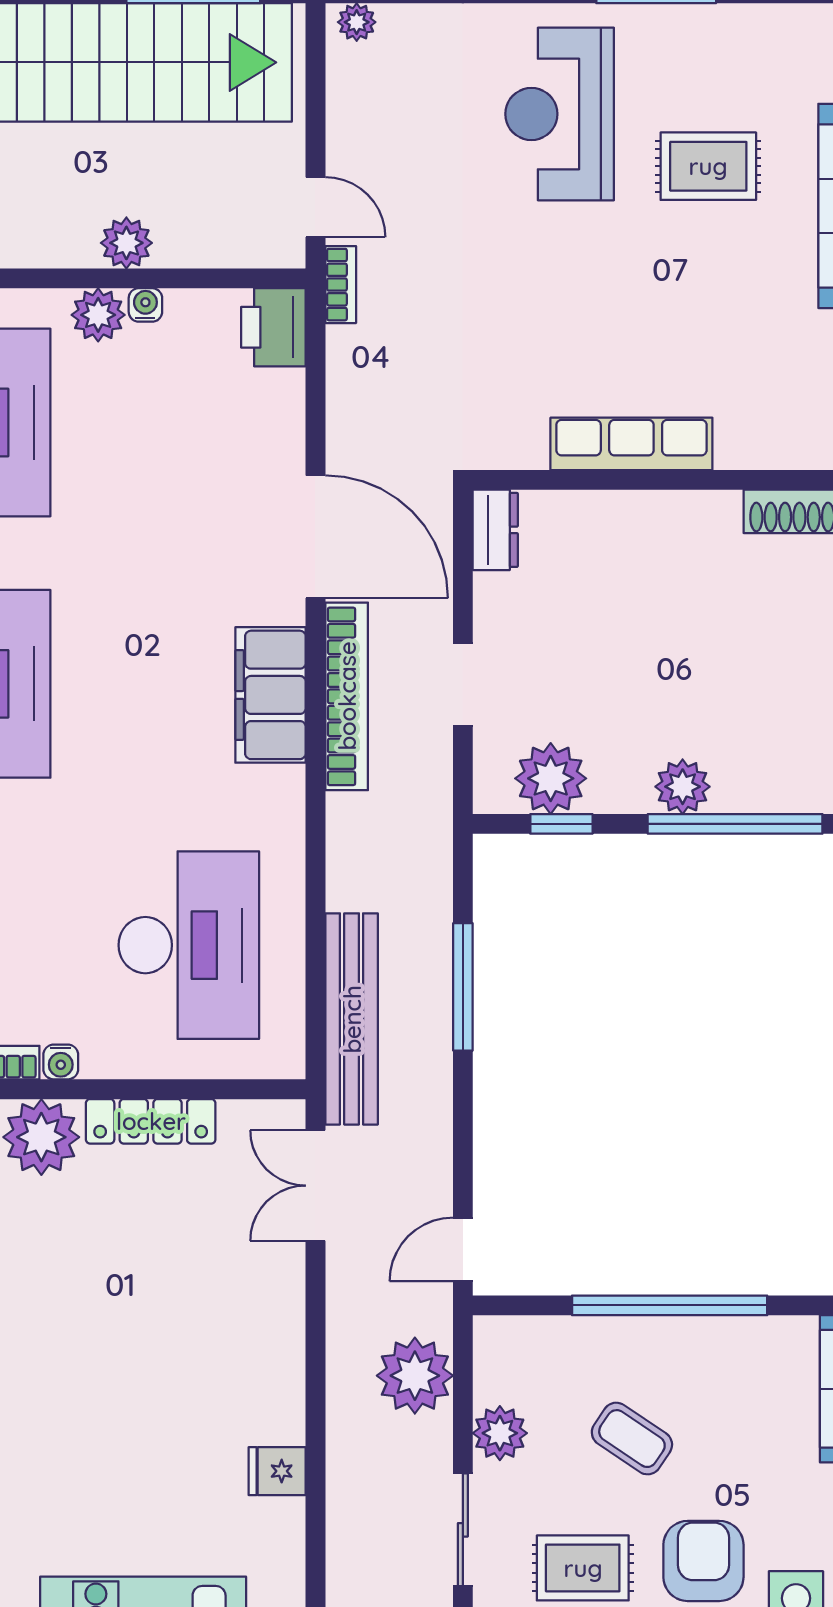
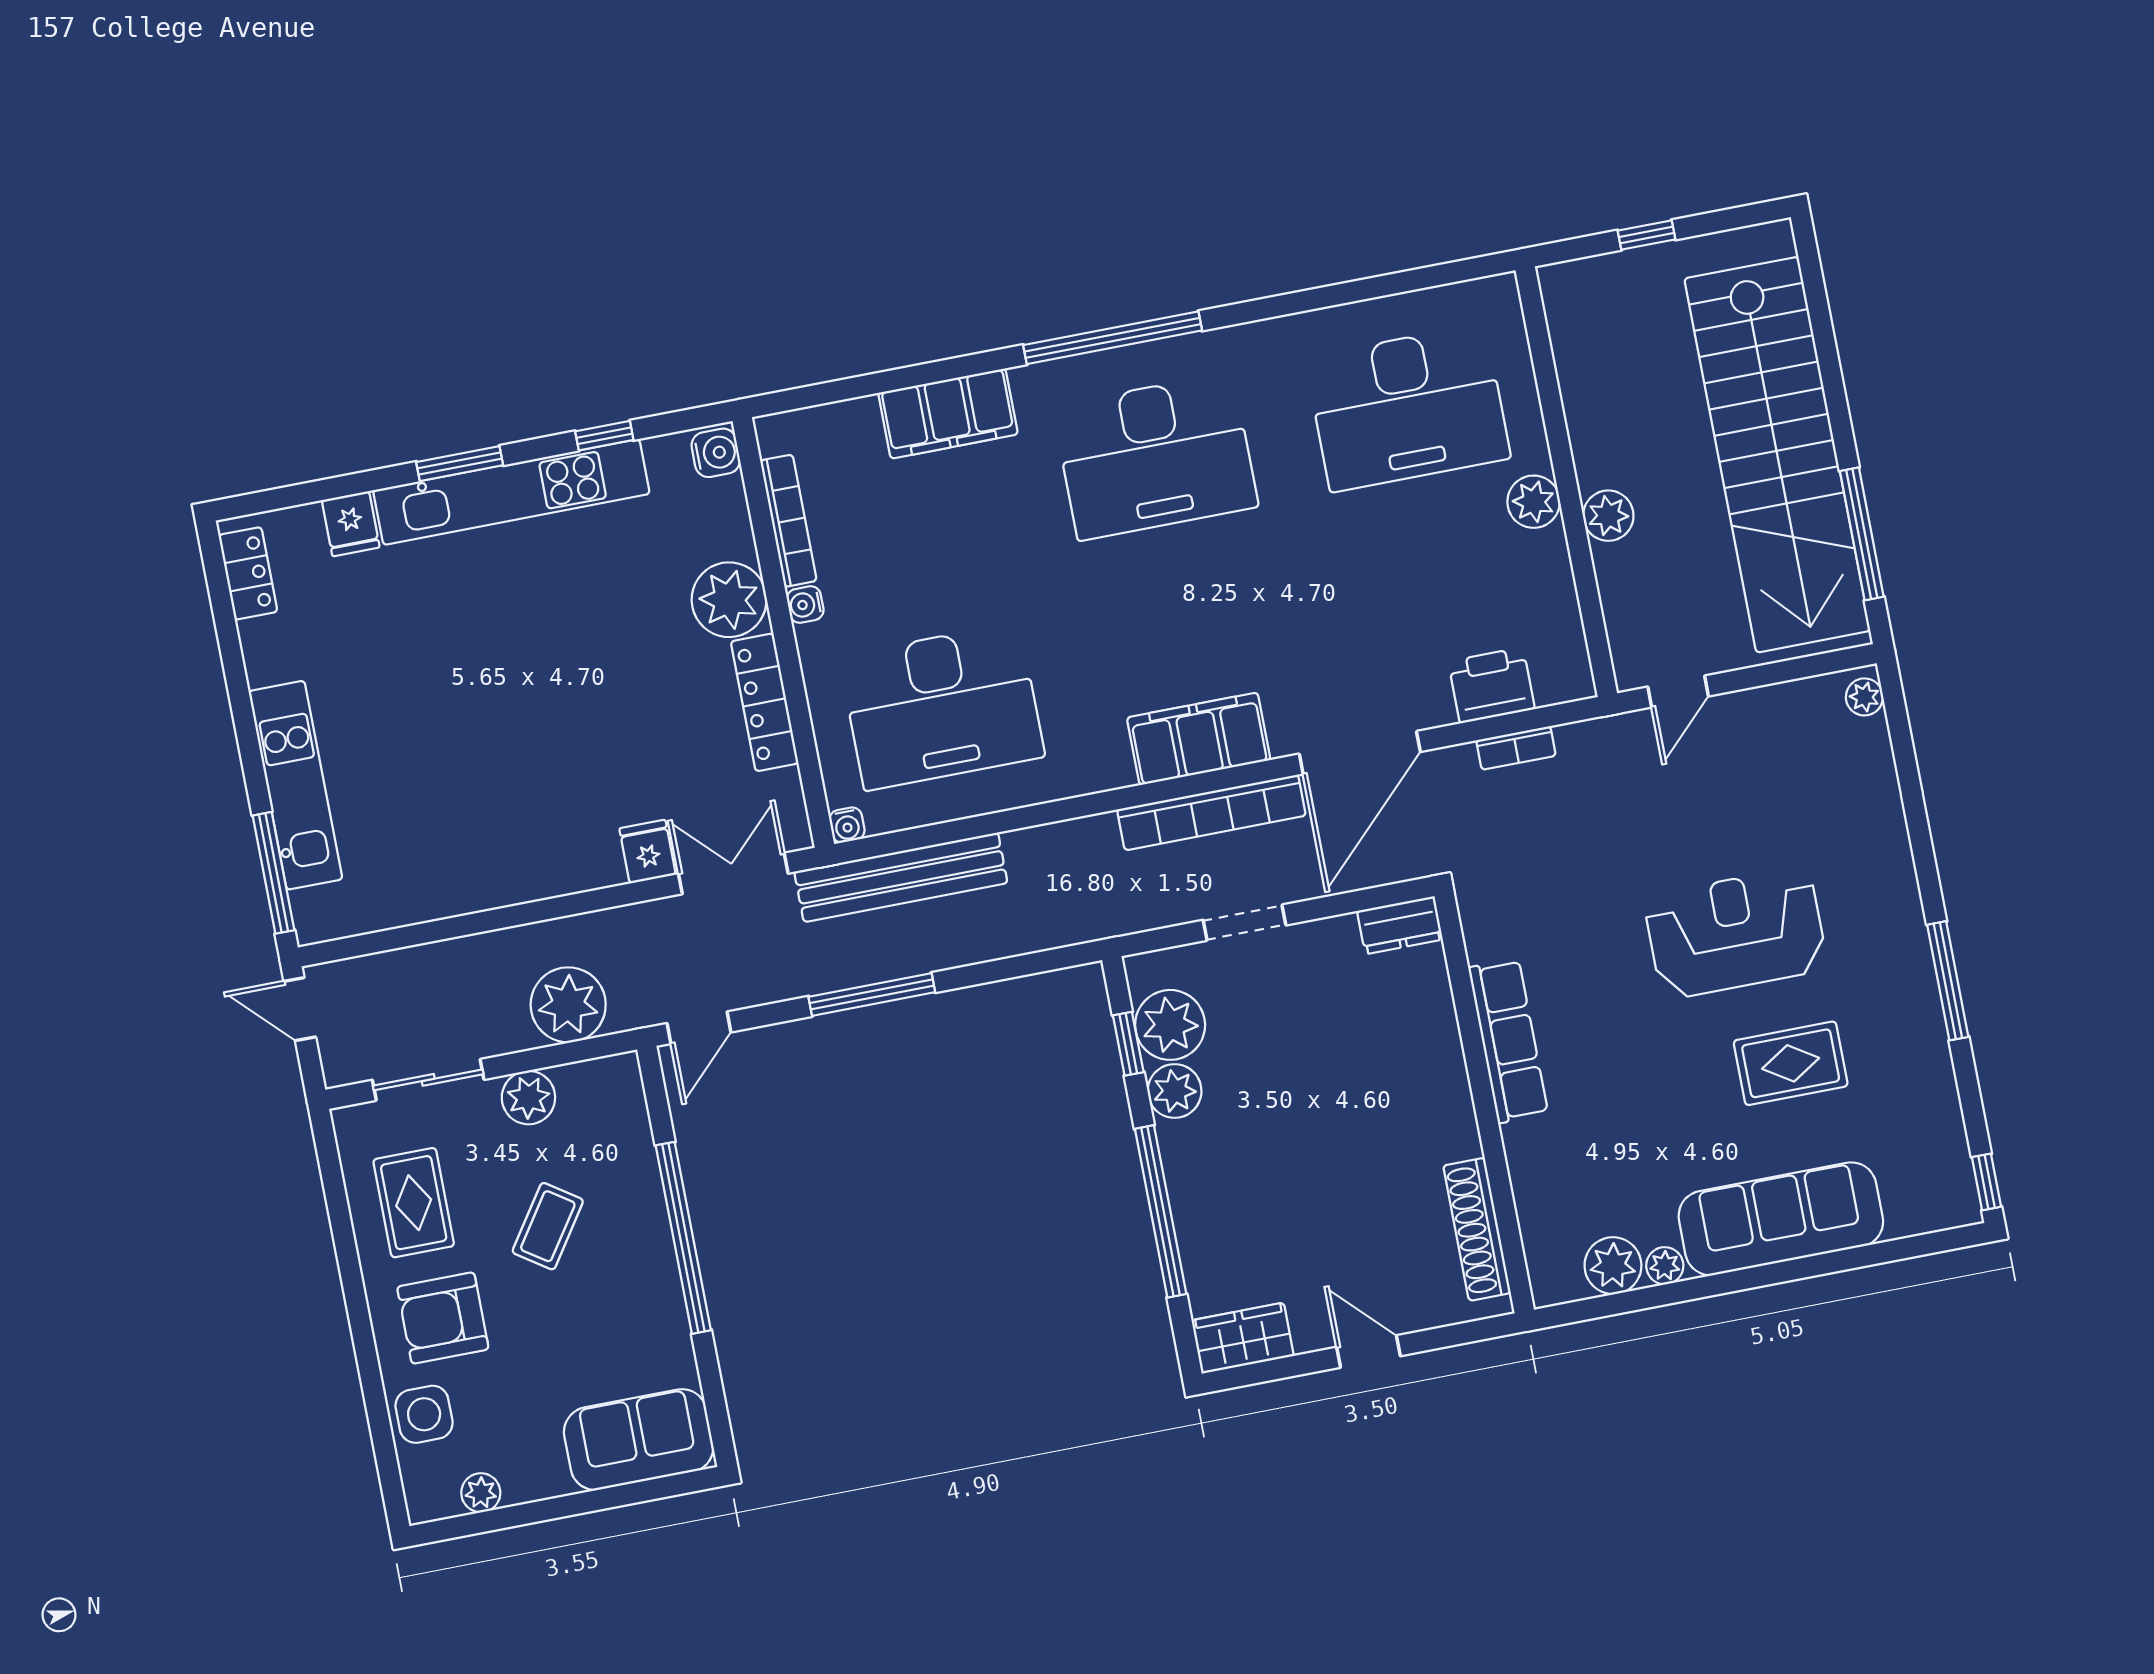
reception desk: (560, 114) -> (1736, 933), moved
rug: (708, 166) -> (1791, 1063), turned 90
bookcase: (341, 285) -> (1516, 748), moved
water cooler: (145, 305) -> (847, 825), moved, turned 90
printer: (273, 327) -> (1492, 685), moved
plant: (683, 787) -> (1175, 1091), moved
window: (463, 987) -> (872, 994), moved
door: (463, 1249) -> (699, 1028), swing flipped
fridge: (277, 1471) -> (648, 852), moved
armchair: (703, 1561) -> (443, 1318), turned 180

